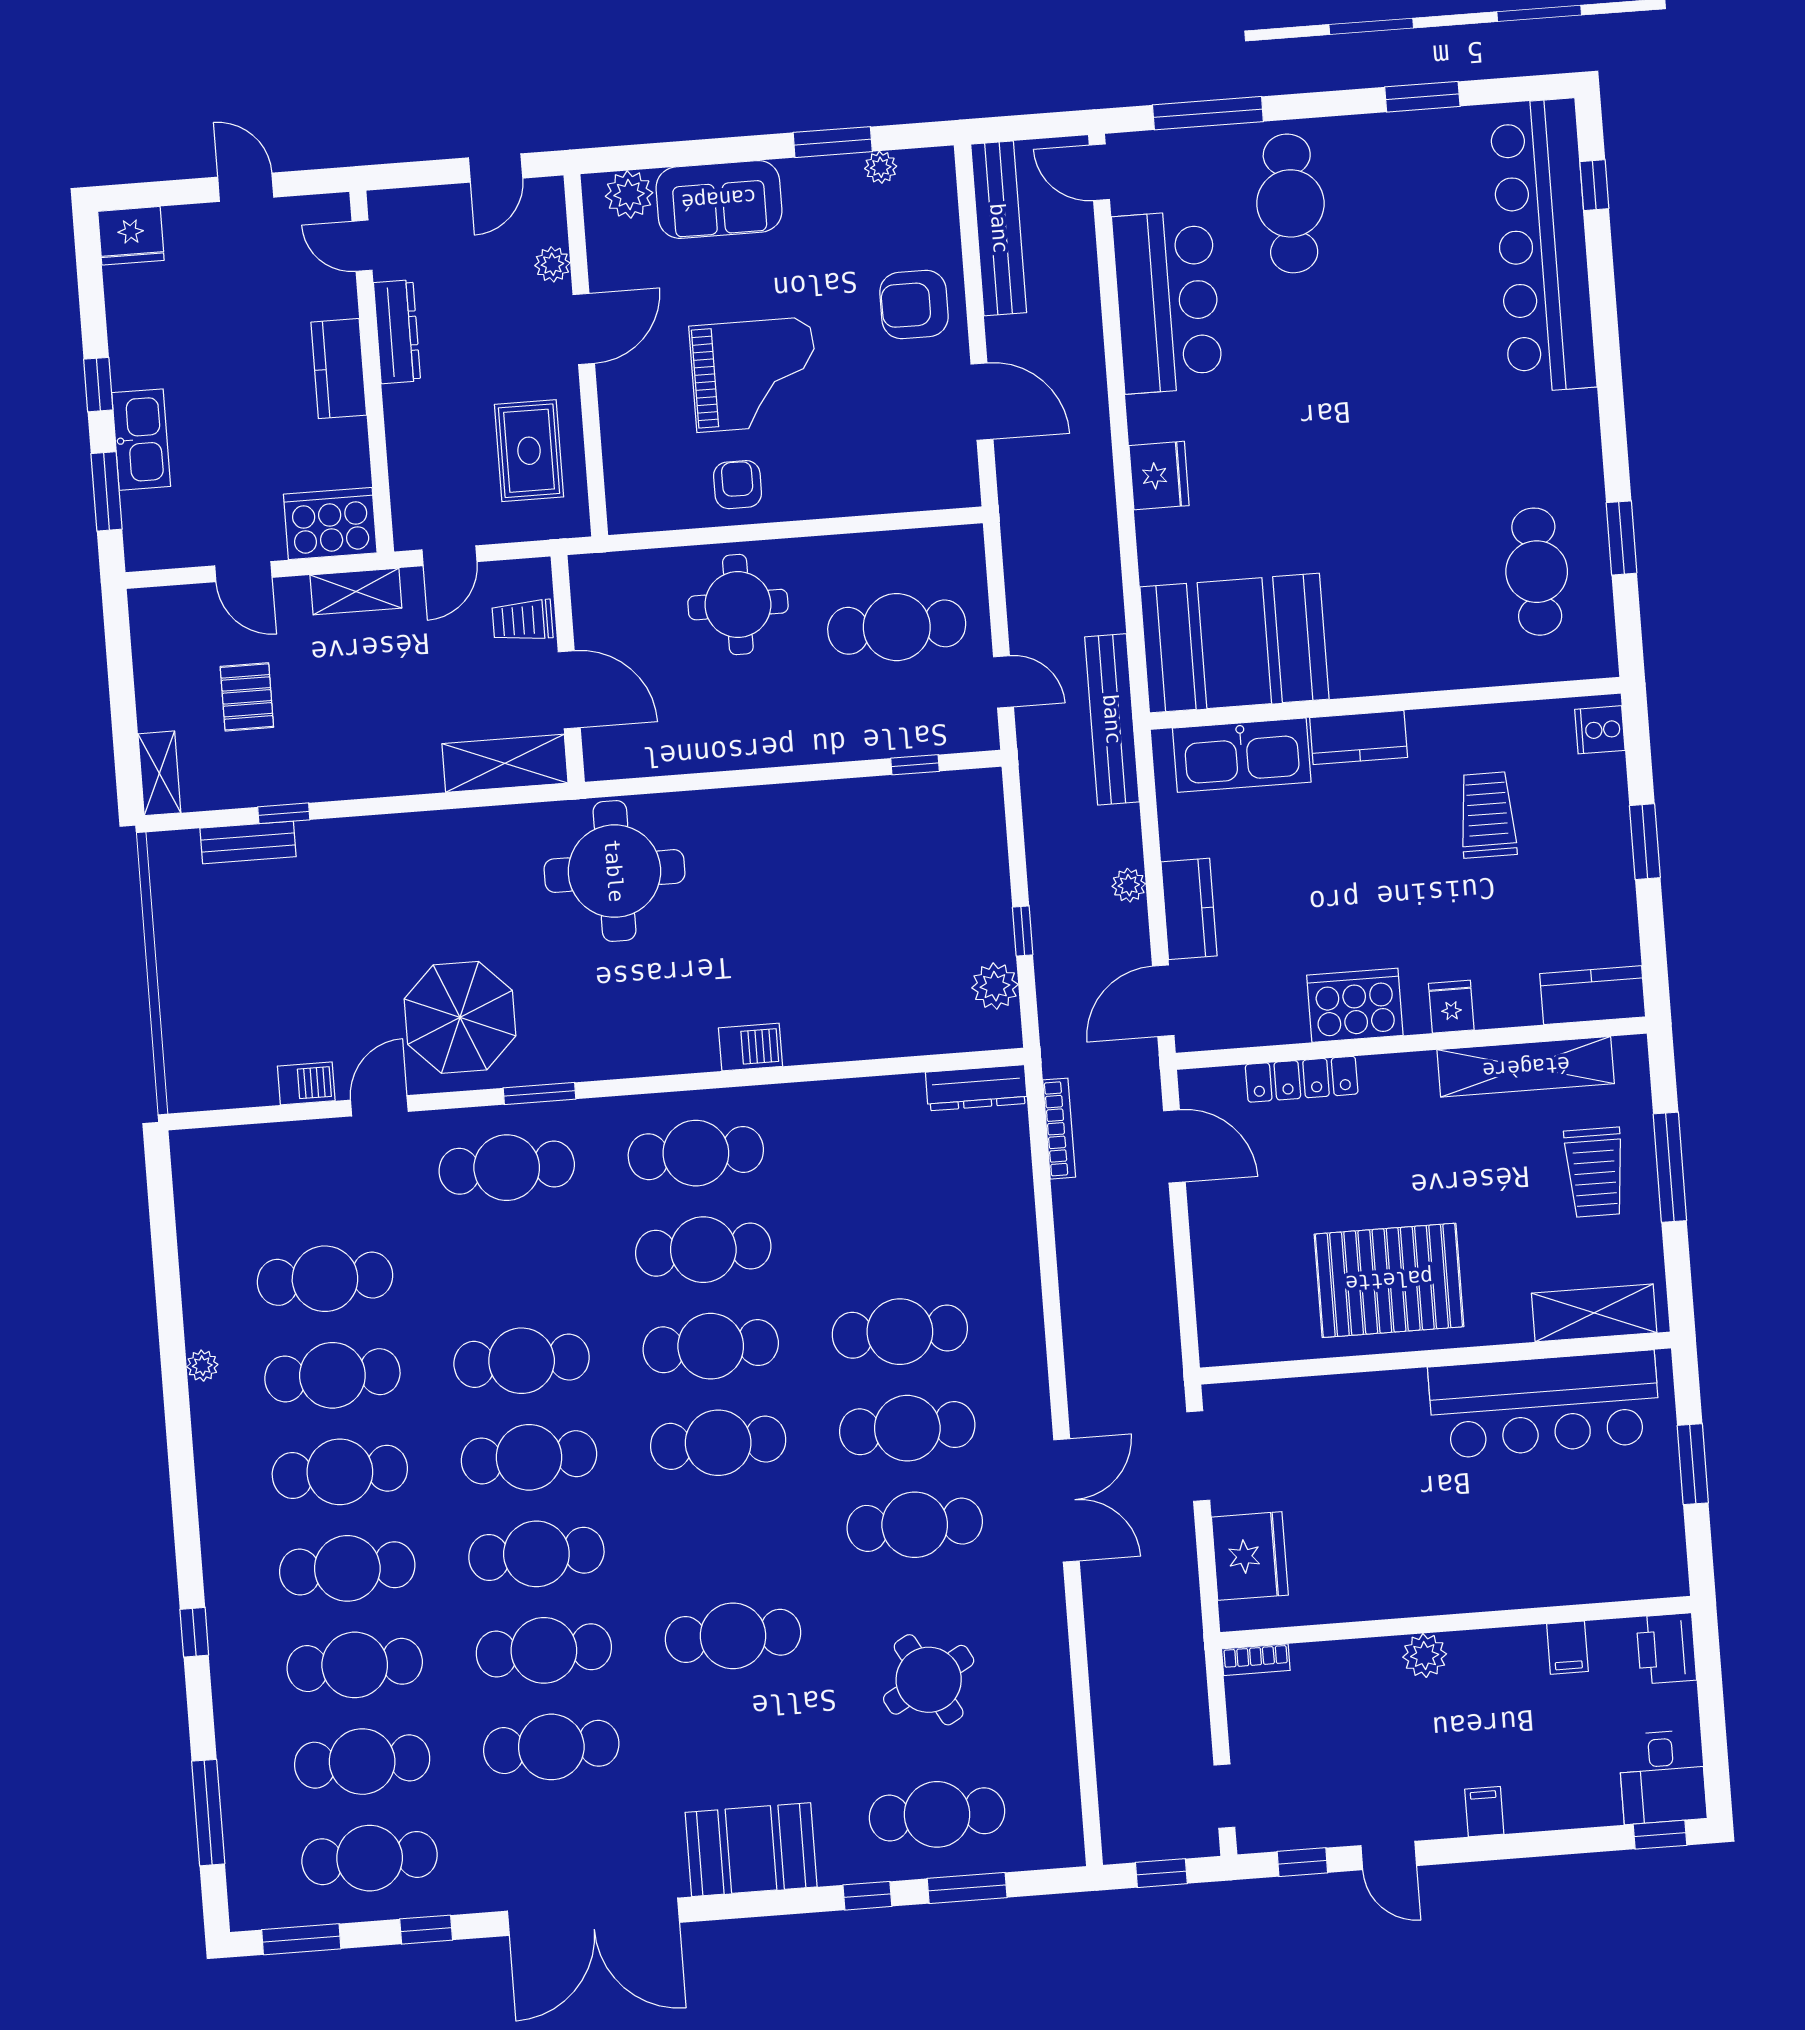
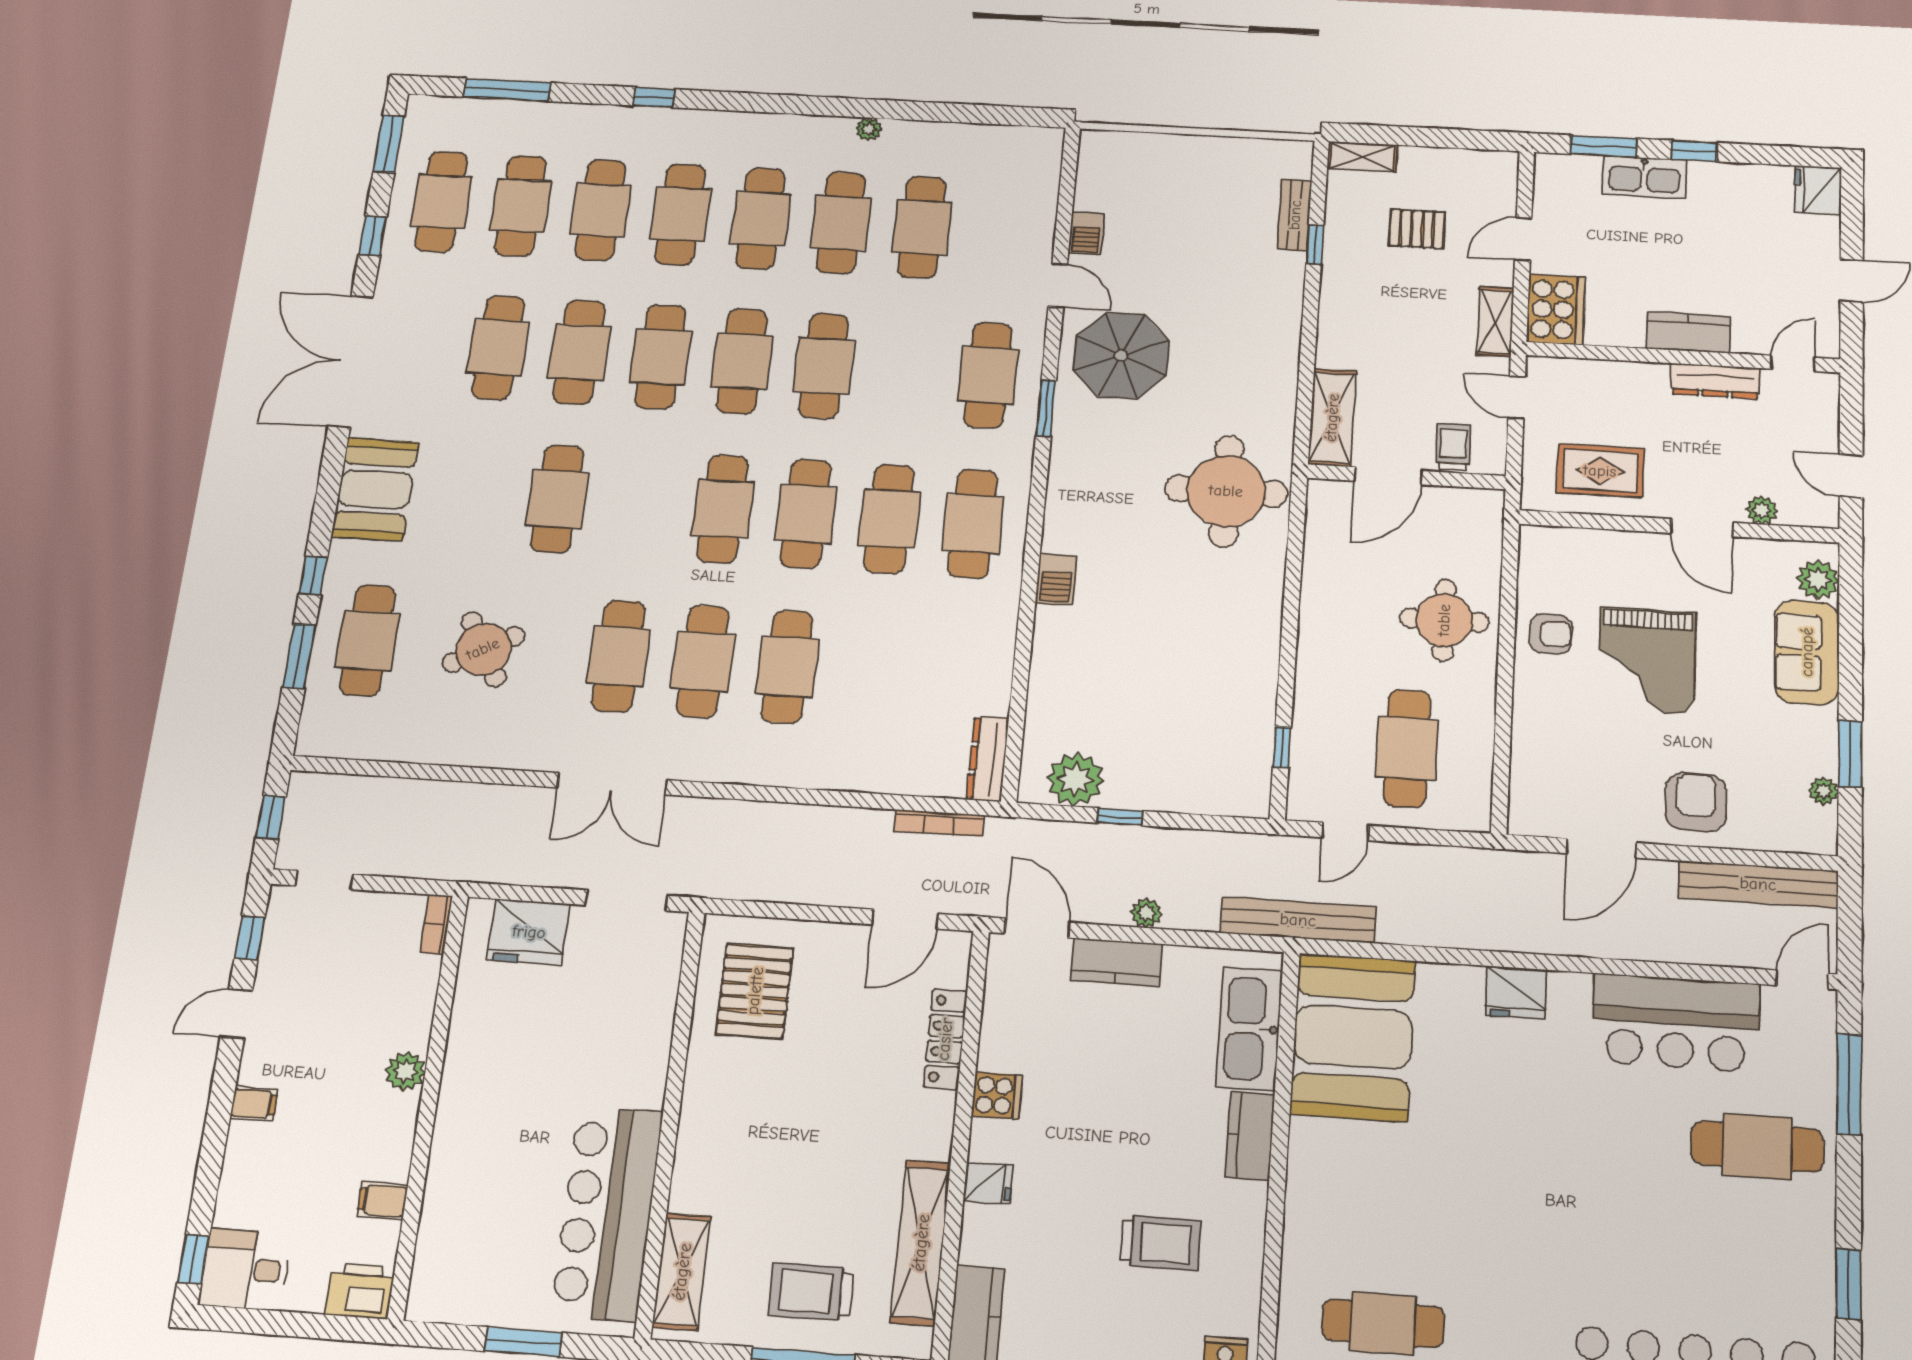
plant: (995, 986) -> (1075, 779), width x1.36, depth x1.36
cooker: (1355, 1005) -> (997, 1096), width x0.53, depth x0.76
pallet: (1389, 1280) -> (755, 991), moved, width x0.73, depth x0.71

